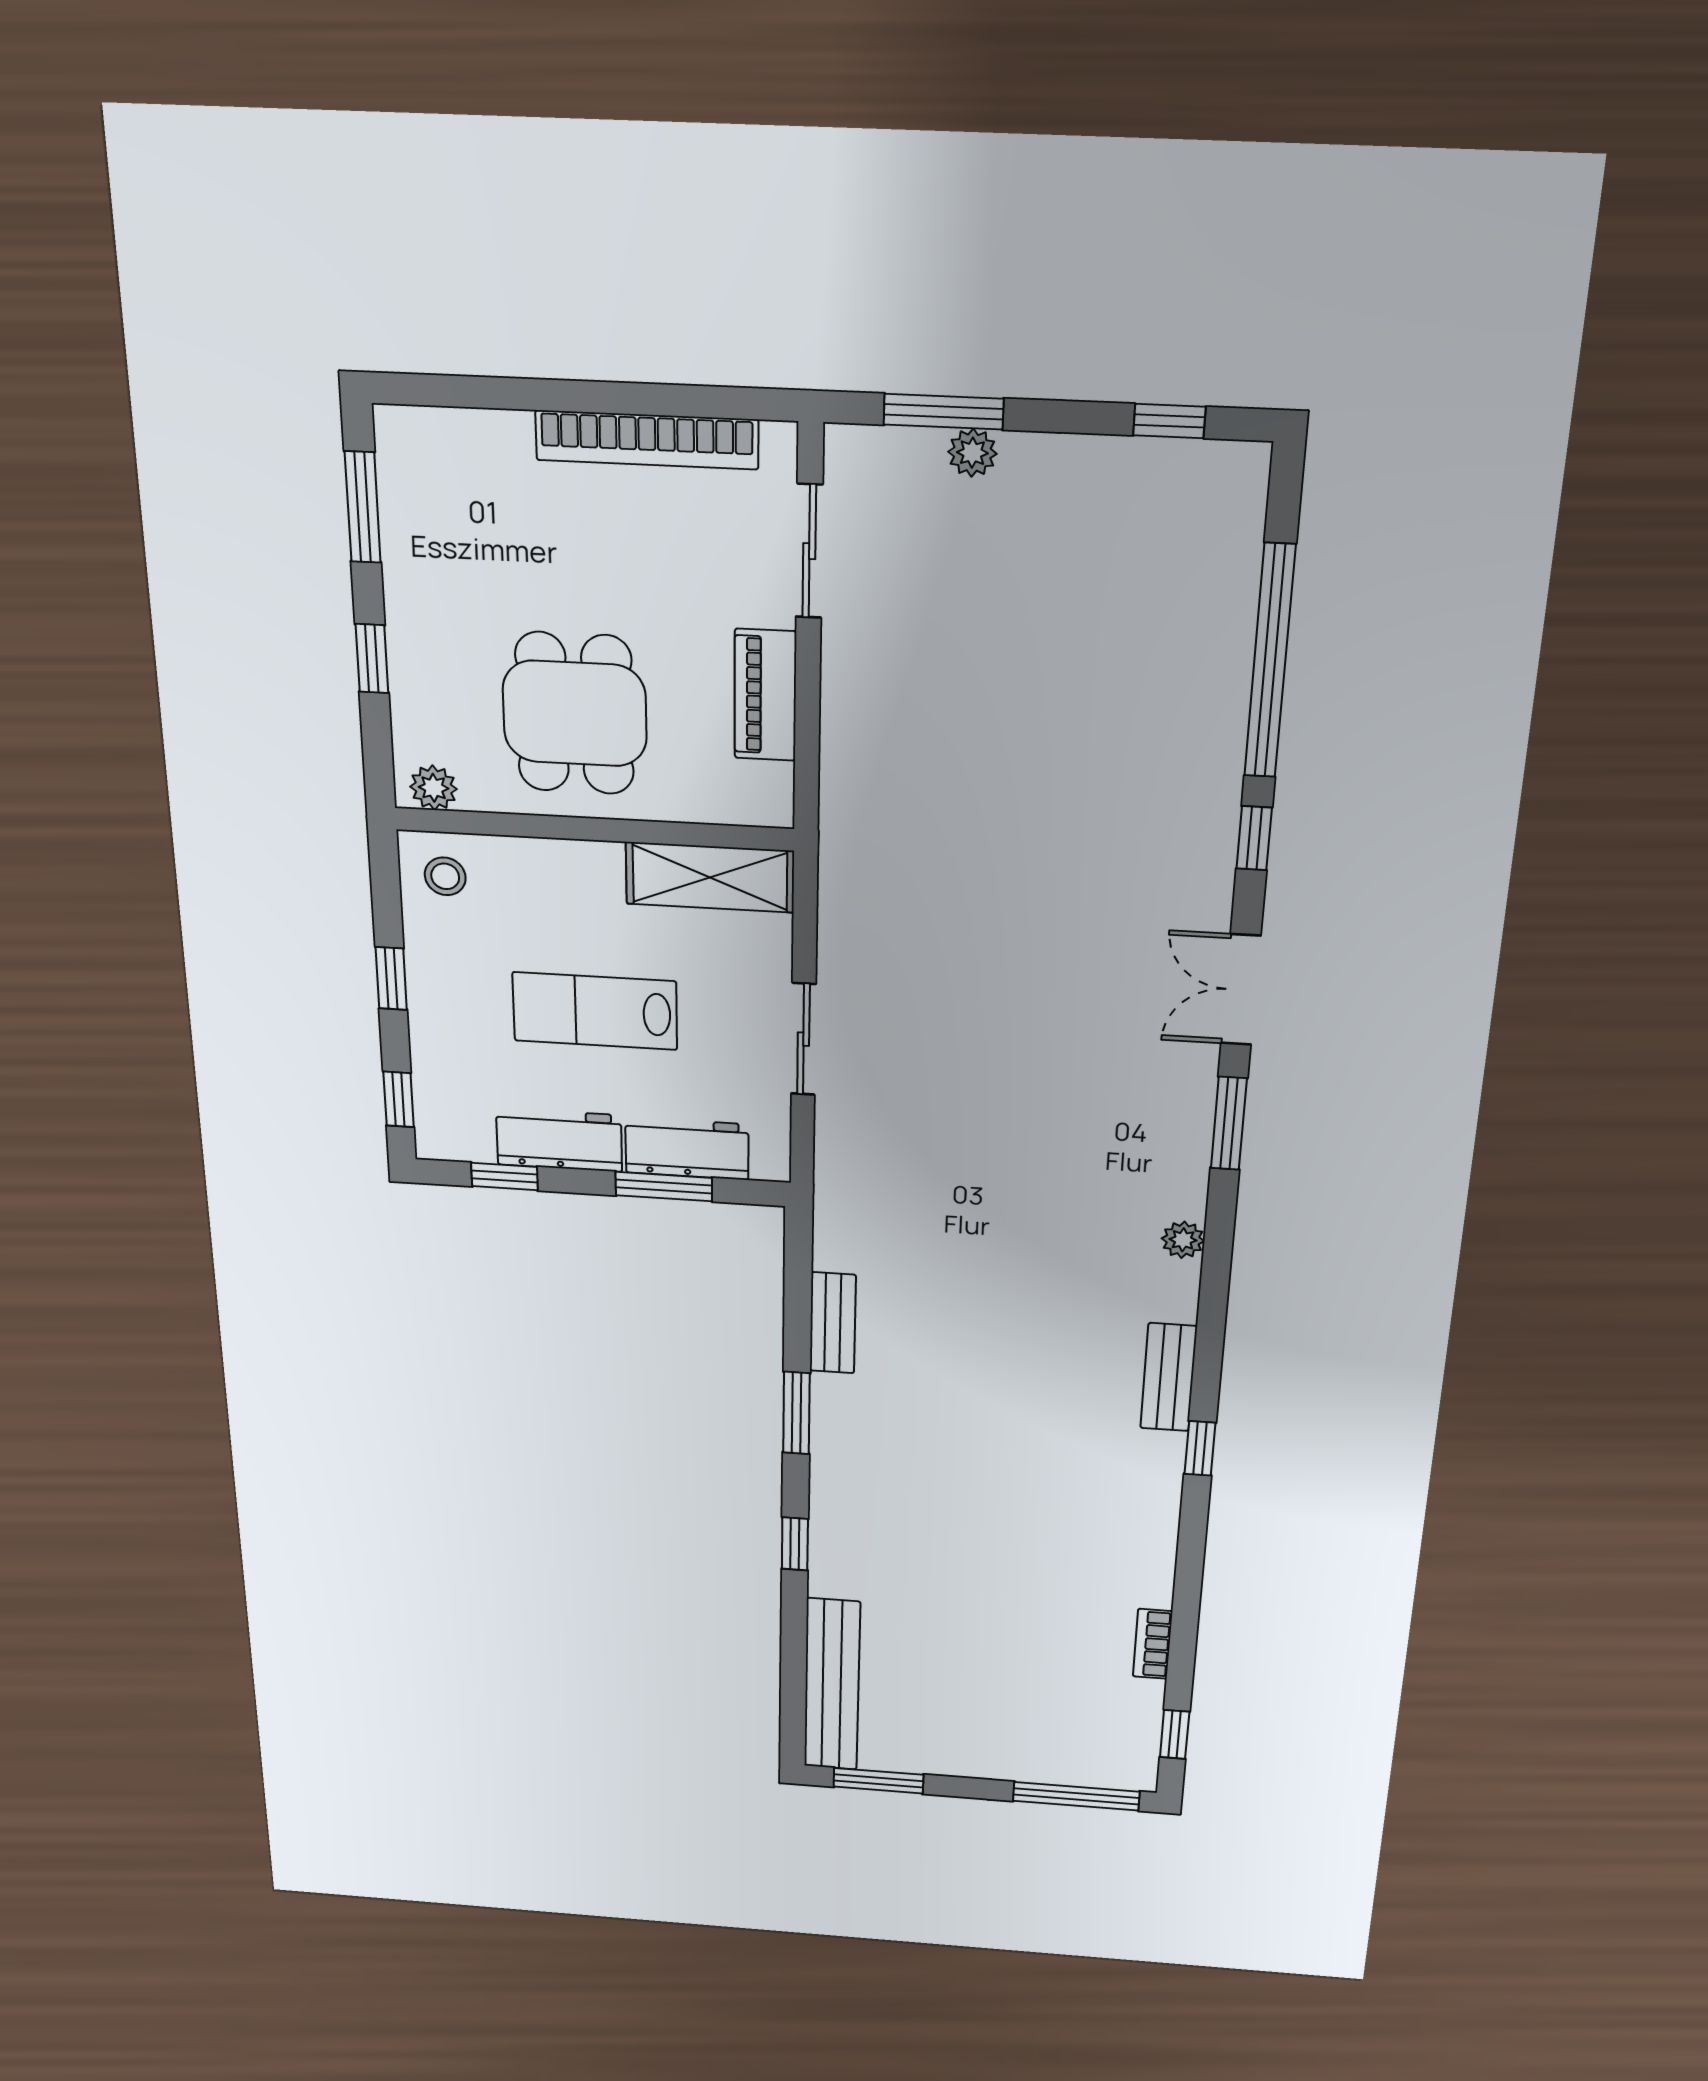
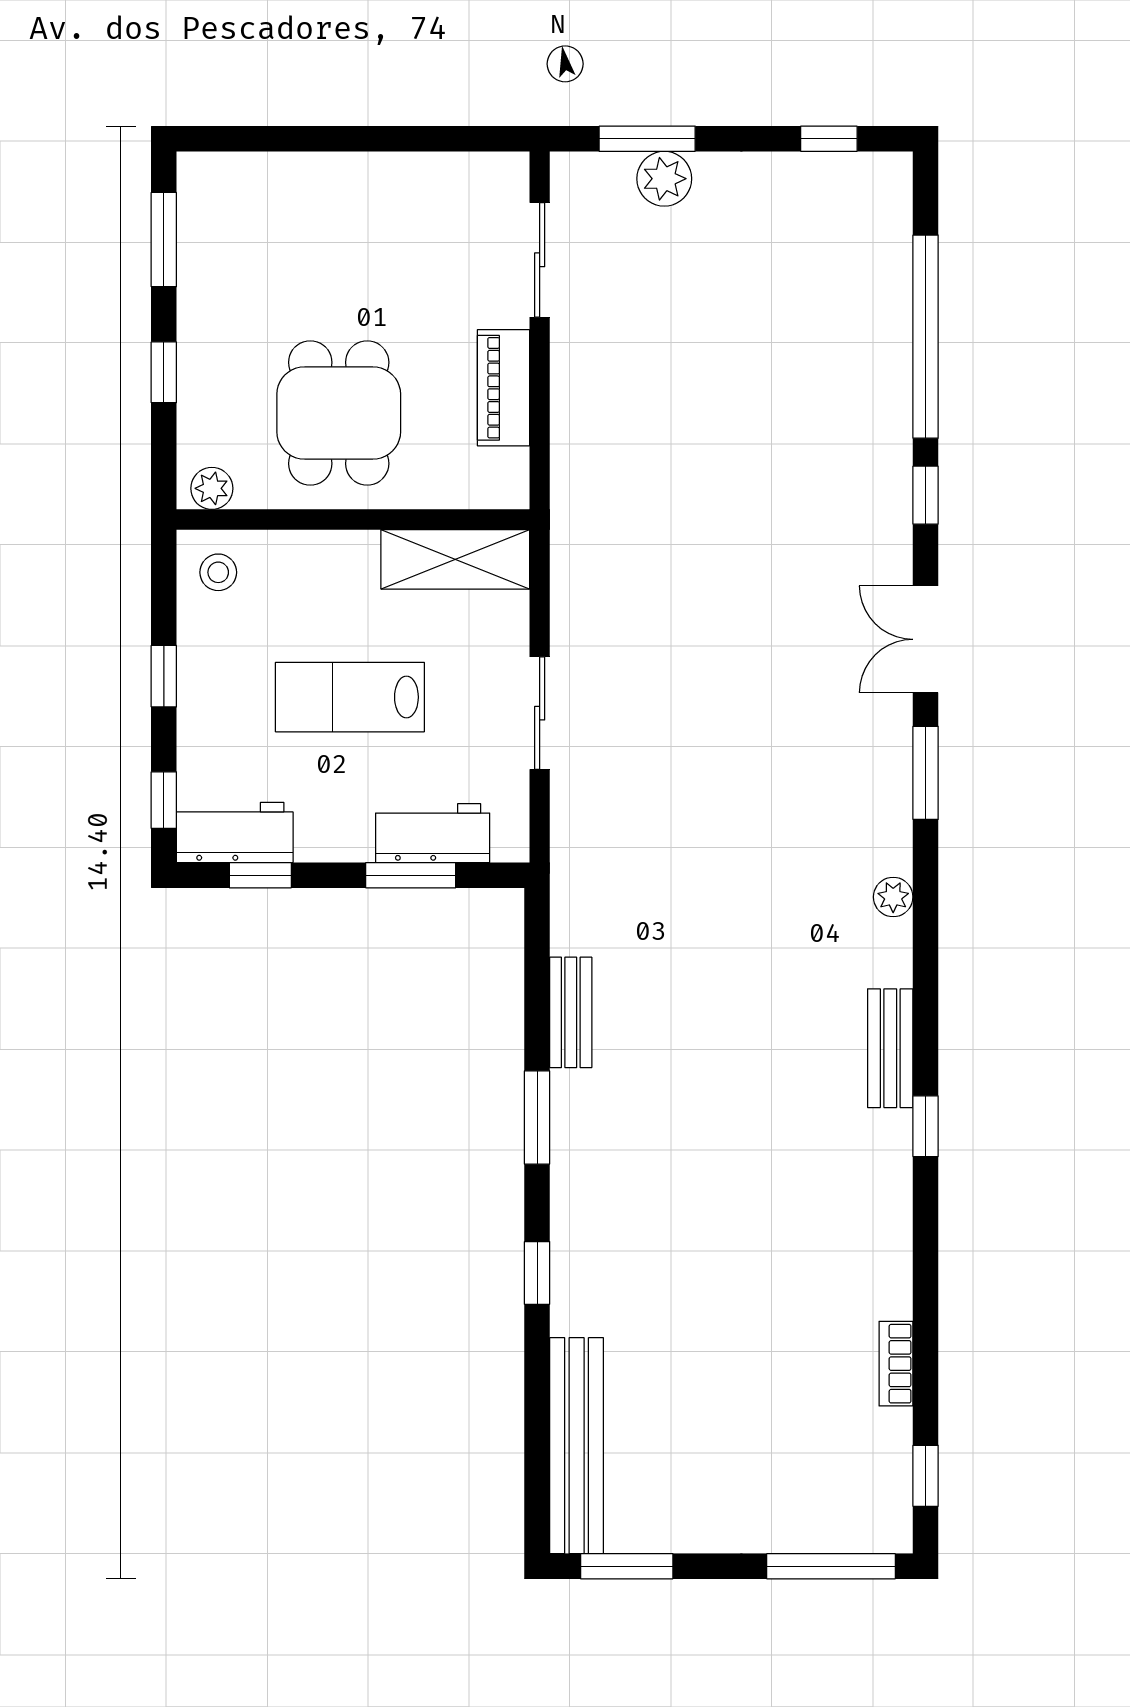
bookcase: (647, 440) -> (405, 172), removed
plant: (972, 453) -> (664, 179), width x1.38, depth x1.38
workbench: (559, 1140) -> (235, 832), moved

